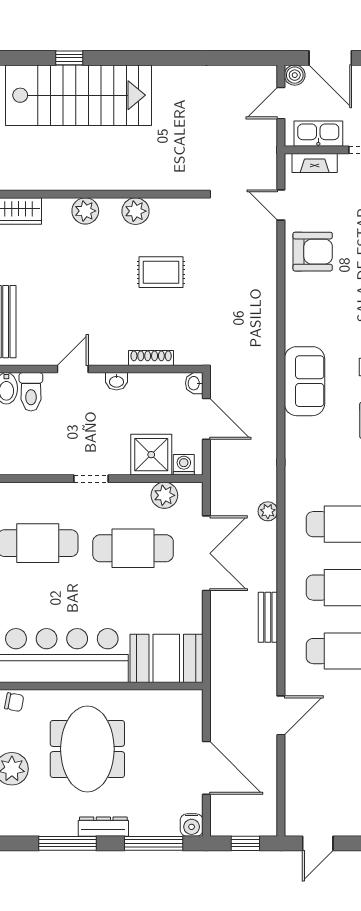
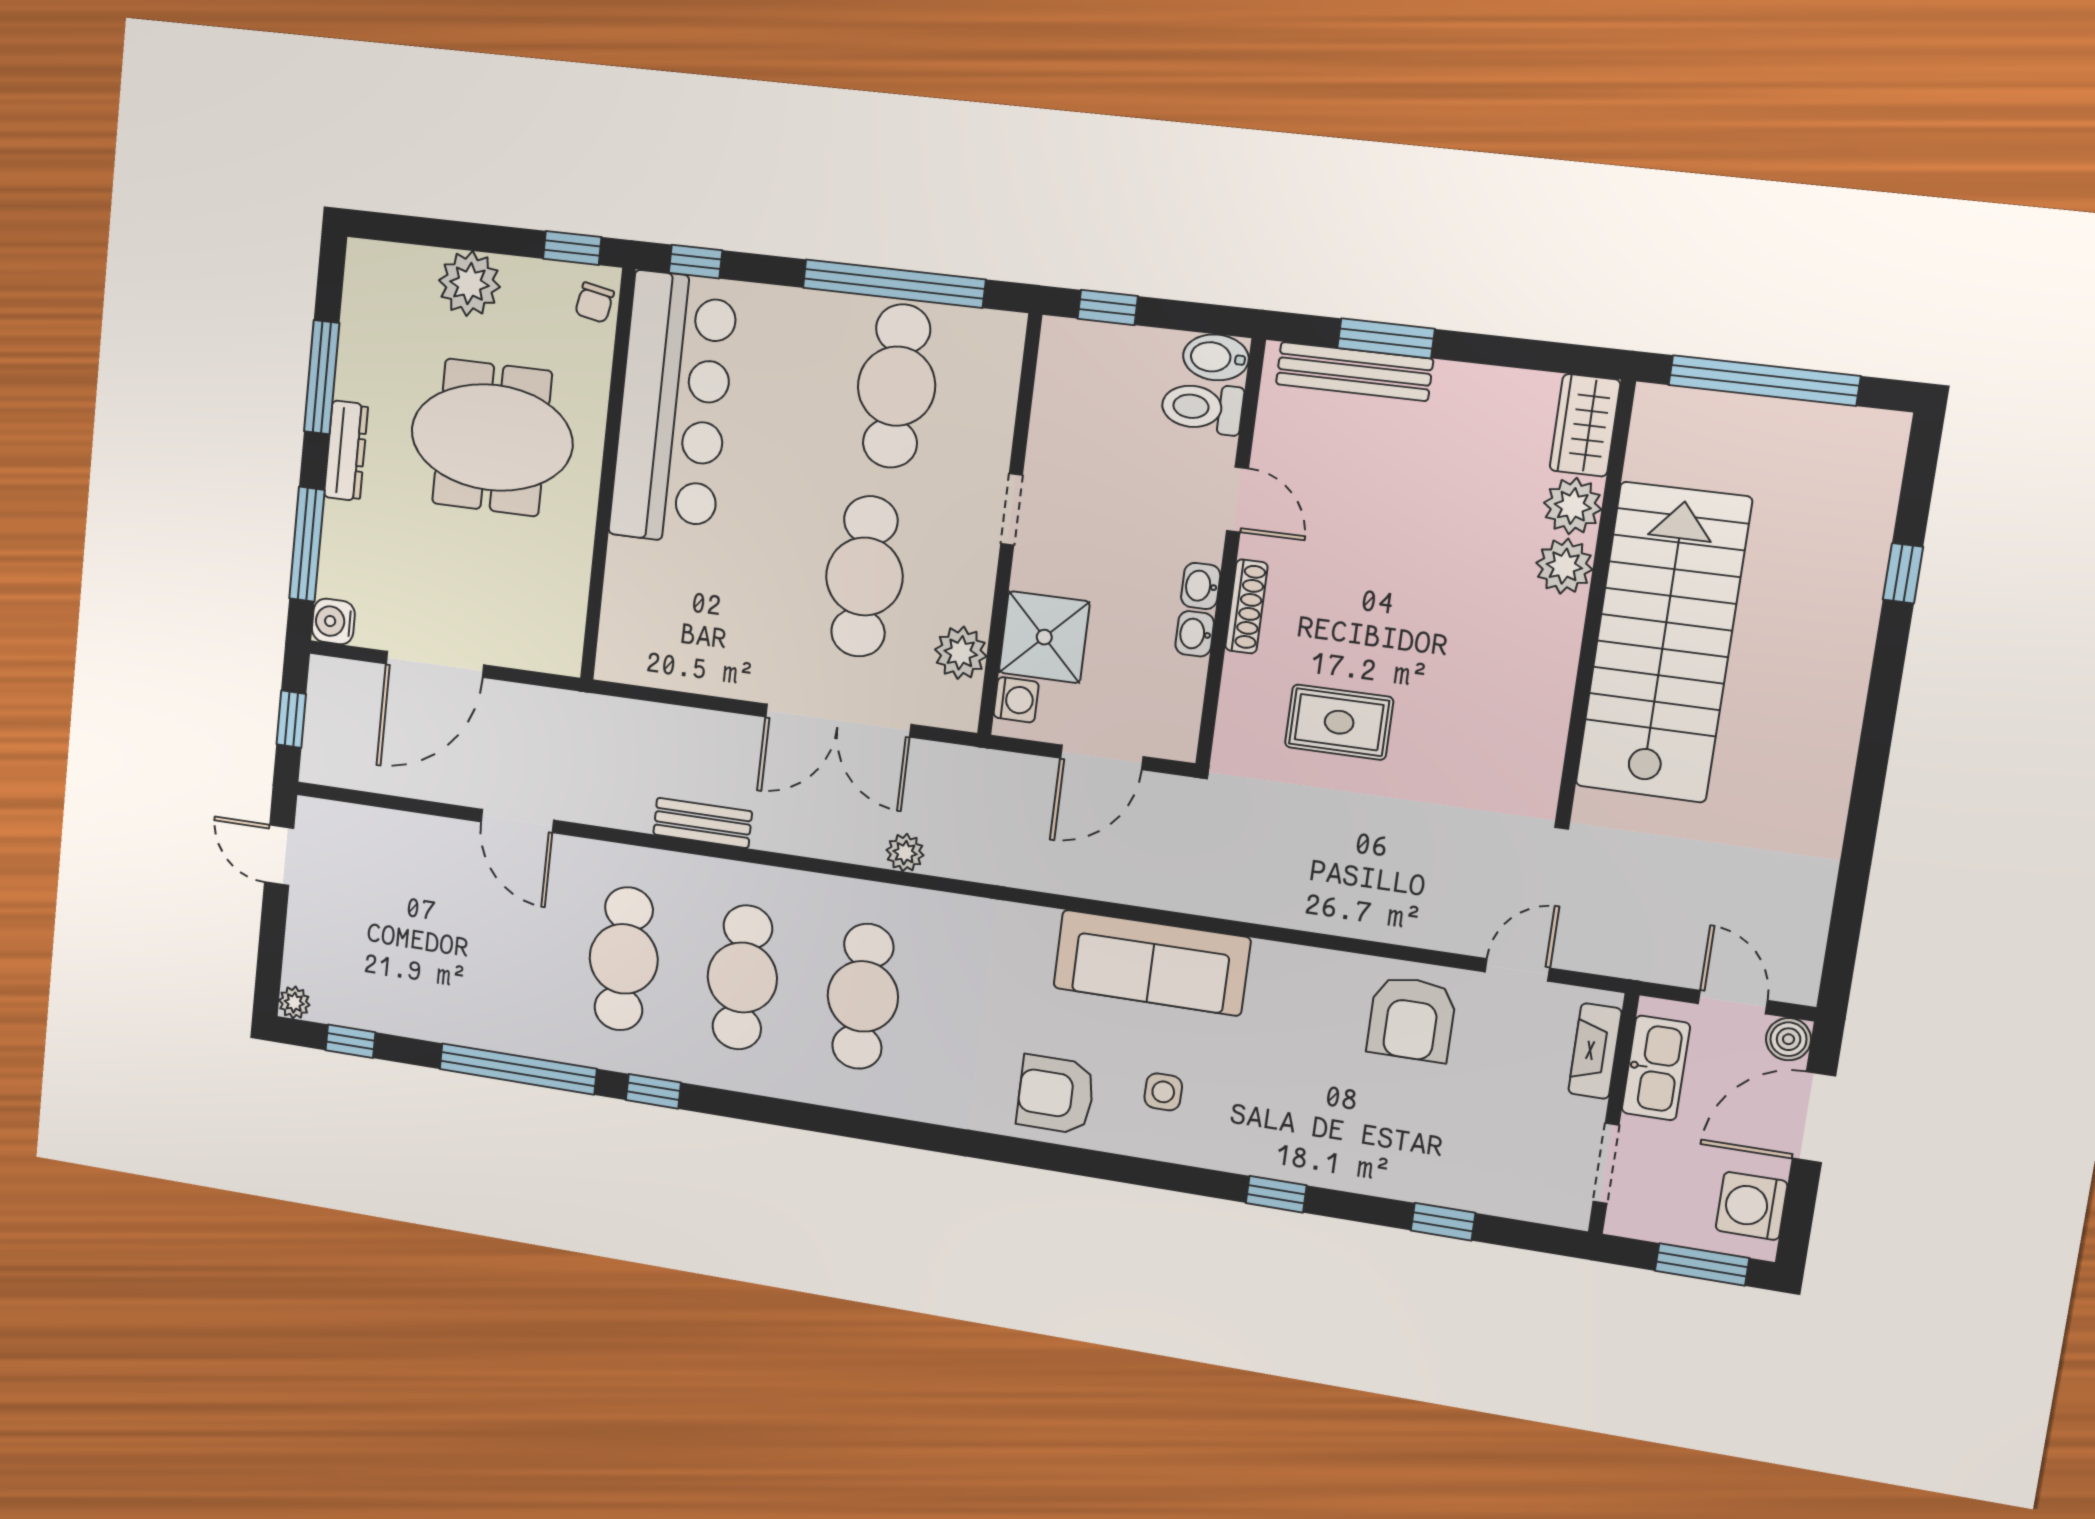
stairs: (79, 95) -> (1663, 643), moved, turned 180
plant: (136, 211) -> (1573, 506), moved
rug: (161, 272) -> (1339, 722), moved, turned 90
shoe rack: (151, 358) -> (1246, 606), moved
sofa: (304, 381) -> (1152, 963), width x1.36
washbasin: (194, 383) -> (1195, 634), moved, turned -90
booth: (166, 658) -> (646, 614), removed

